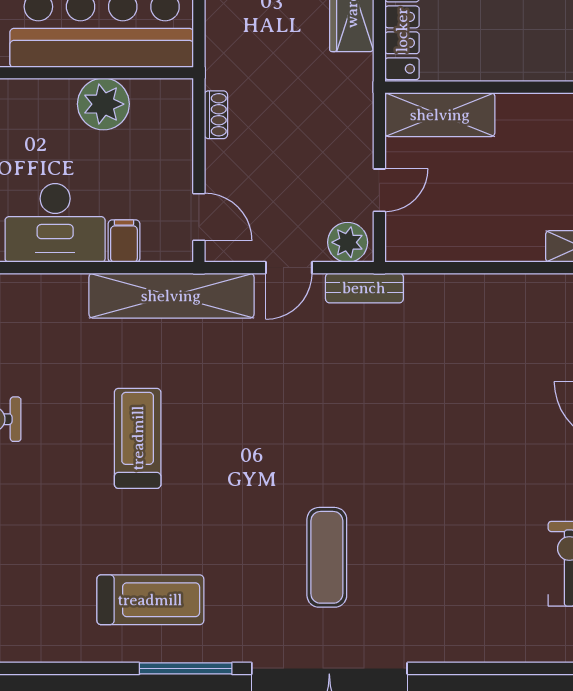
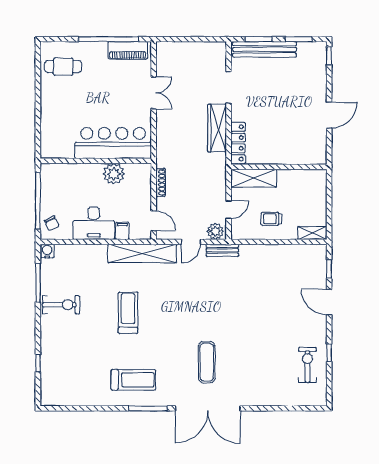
shoe rack: (216, 115) -> (161, 183), width x1.43
trolley: (482, 212) -> (271, 219), added

